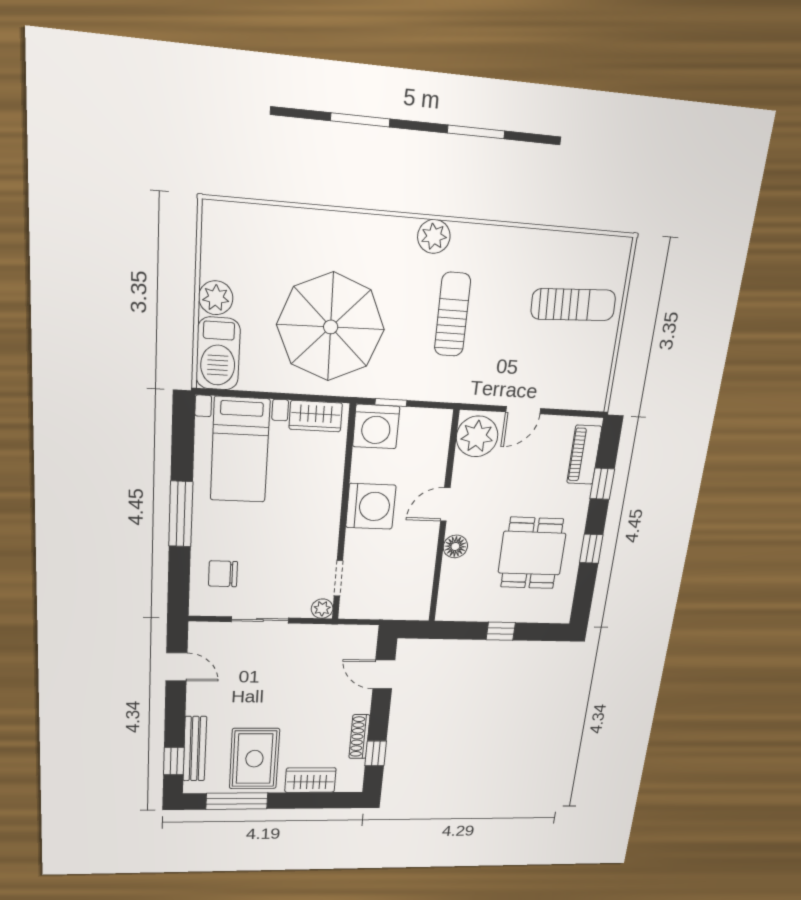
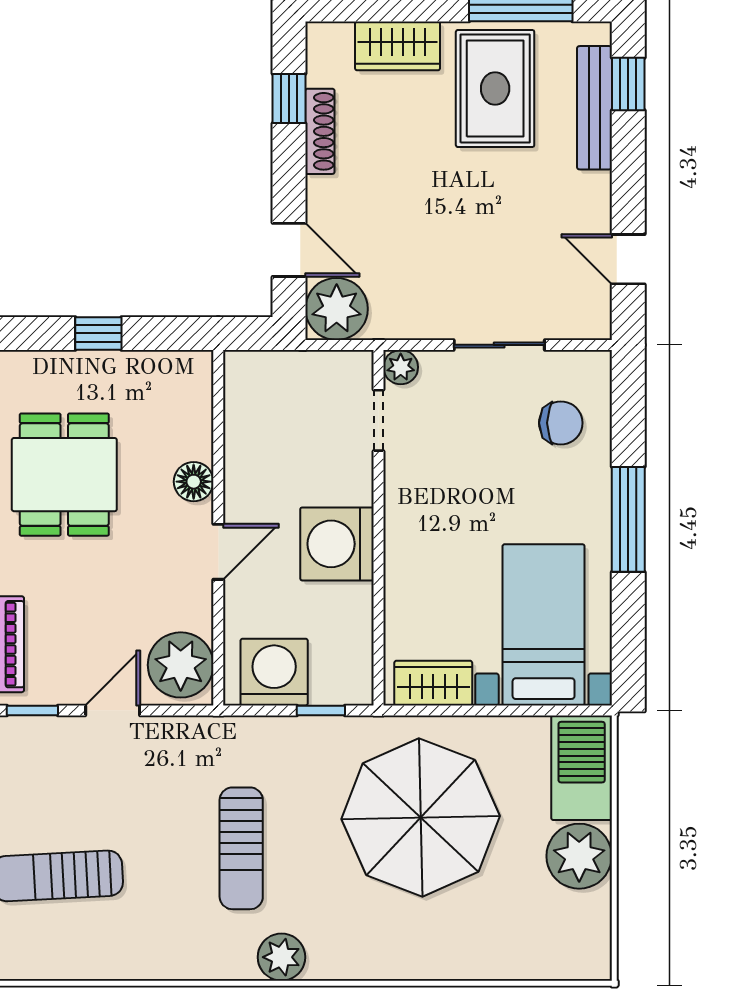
plant: (216, 298) -> (579, 856), width x1.36, depth x1.36
window: (573, 413) -> (32, 711), added
washing machine: (376, 427) -> (274, 672), moved
plant: (358, 642) -> (337, 309), added

